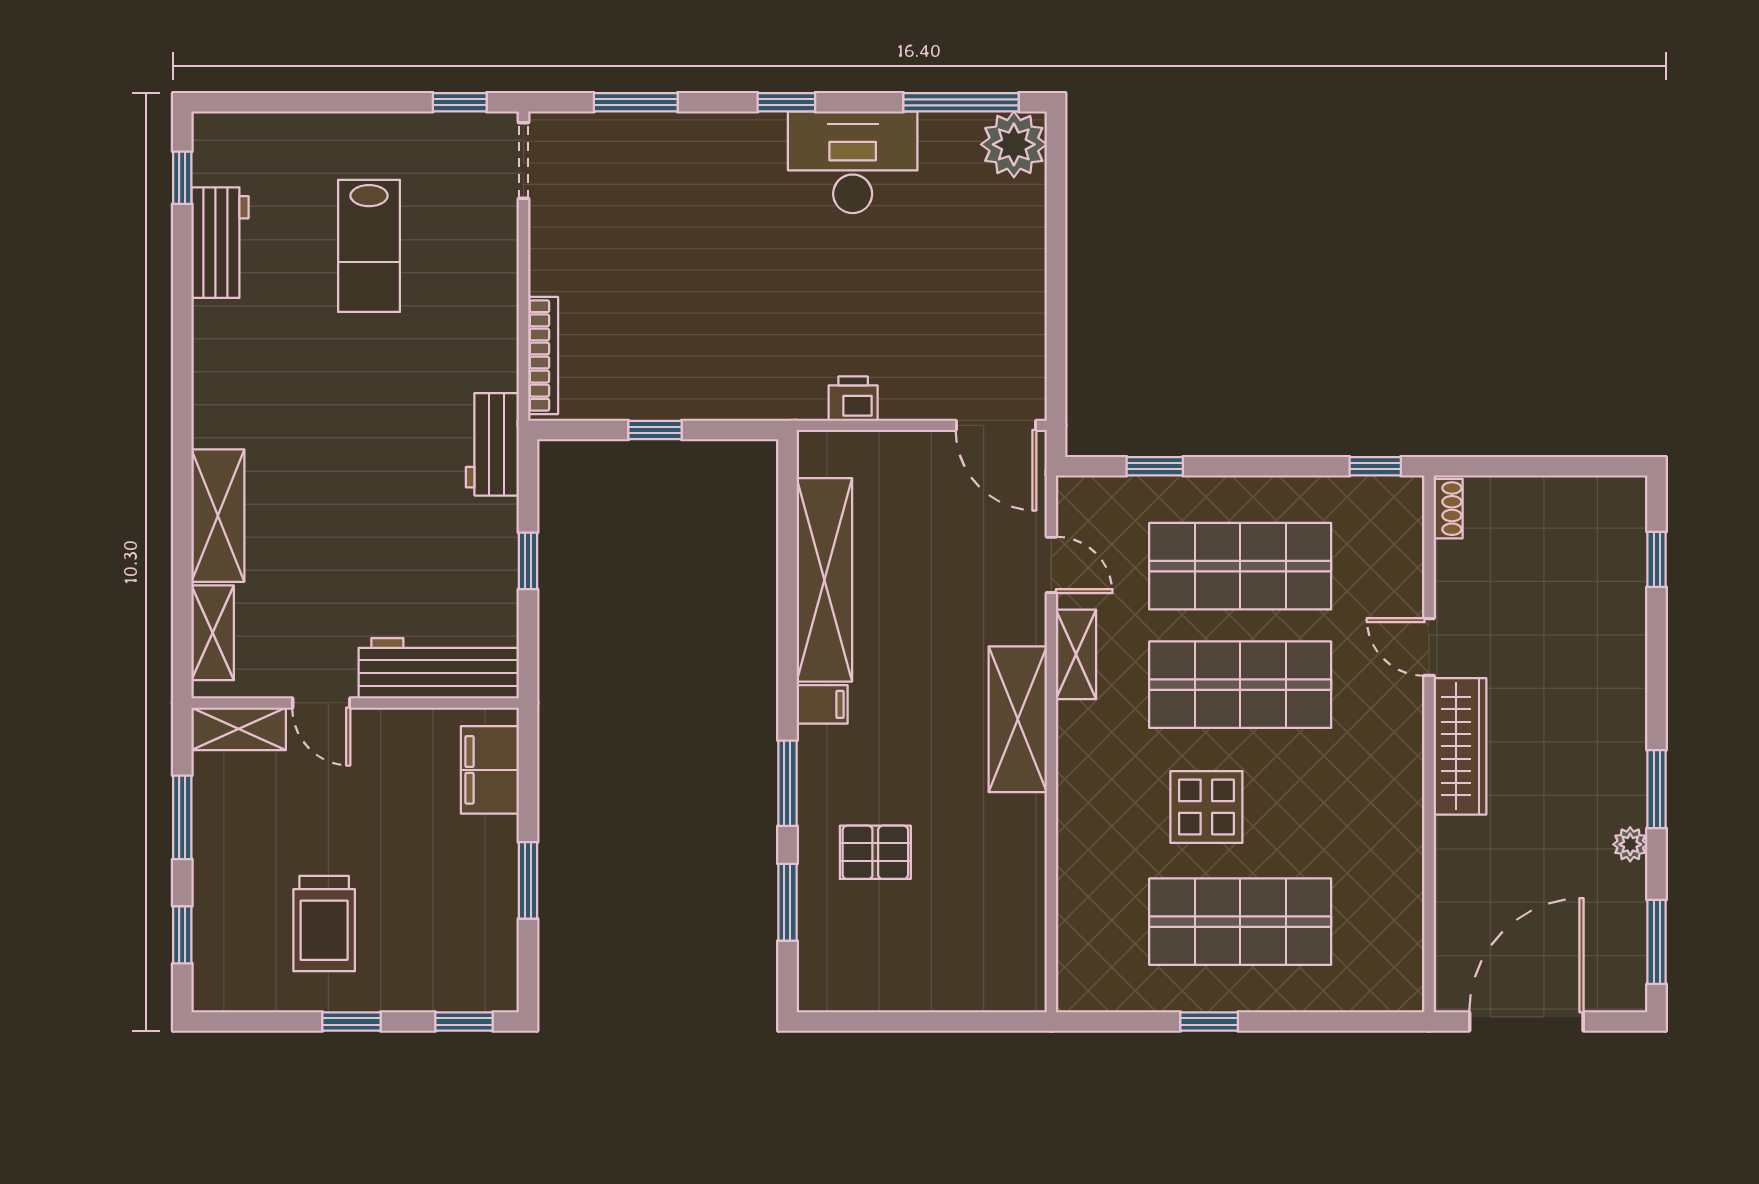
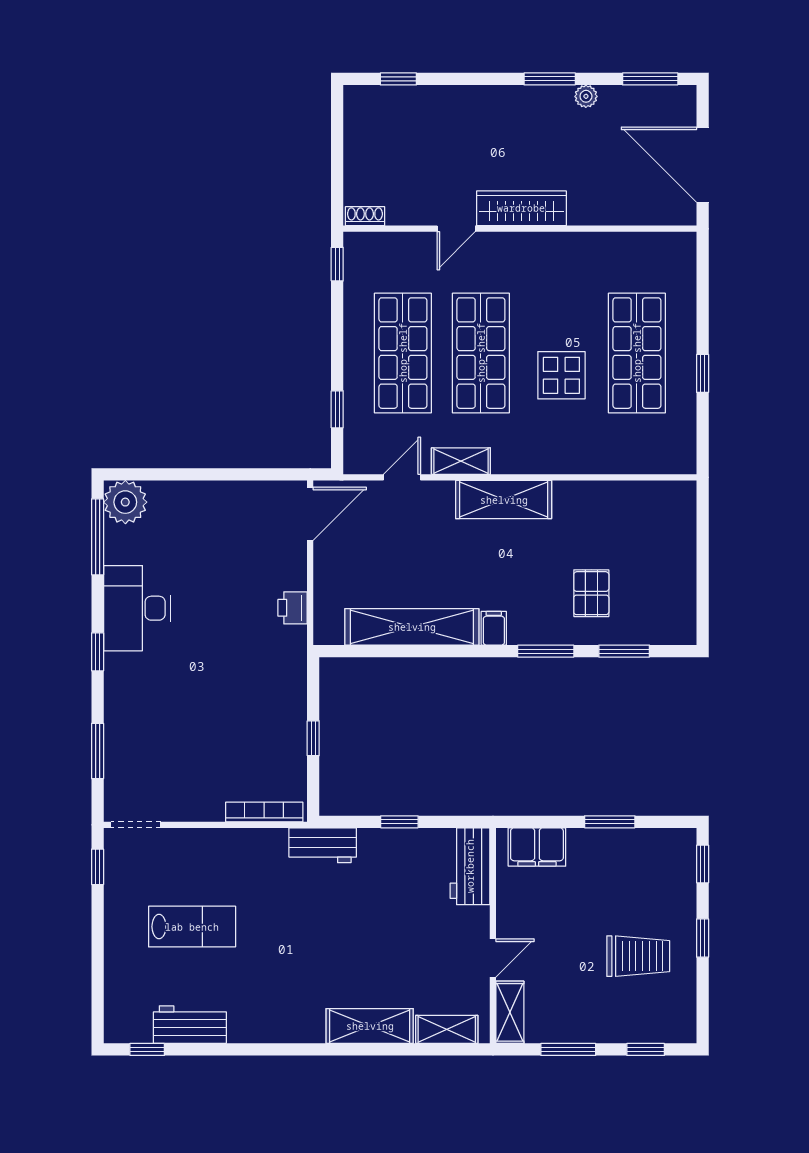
workbench: (439, 668) -> (470, 866), width x0.73

